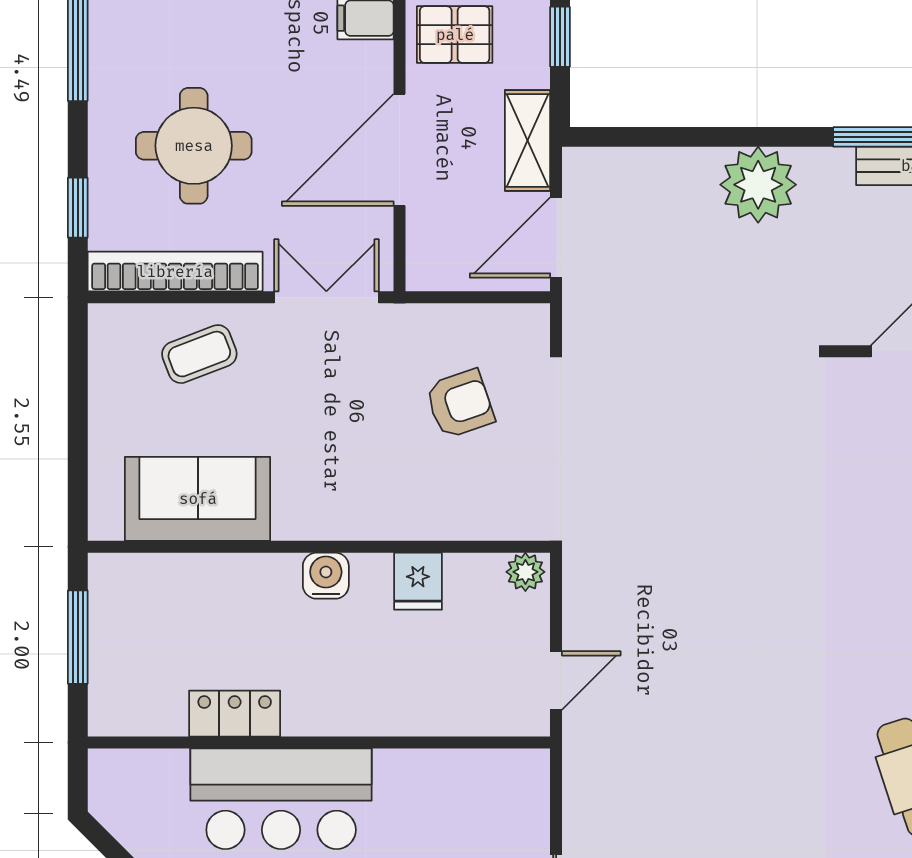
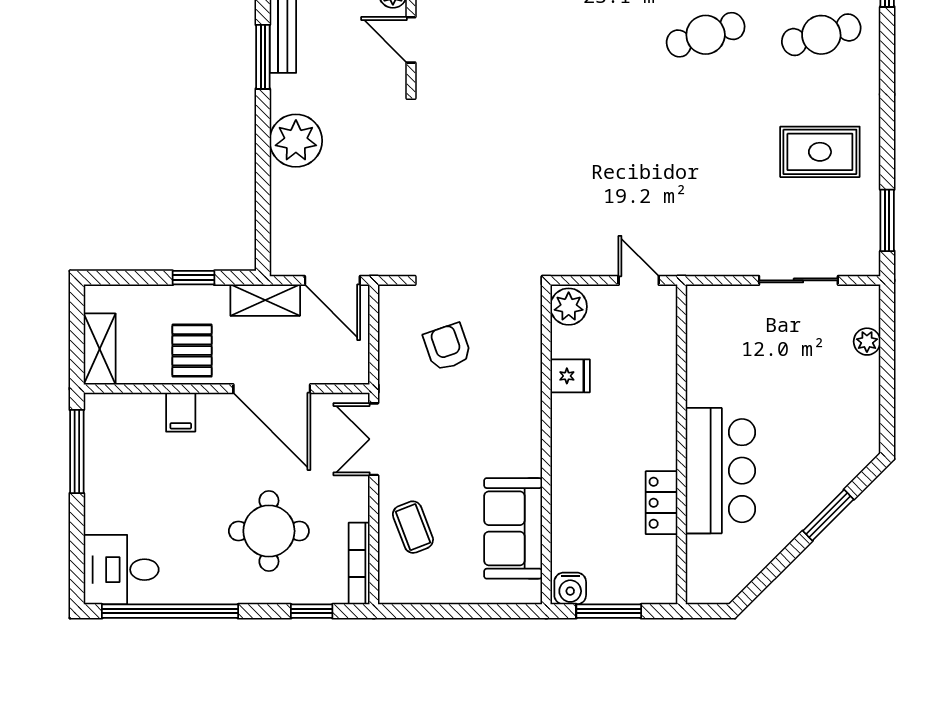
bookcase: (175, 272) -> (359, 564), width x0.68, depth x0.76
plant: (525, 572) -> (569, 307), width x1.38, depth x1.38
water cooler: (326, 576) -> (570, 589), moved, turned -90

